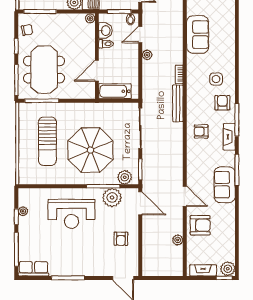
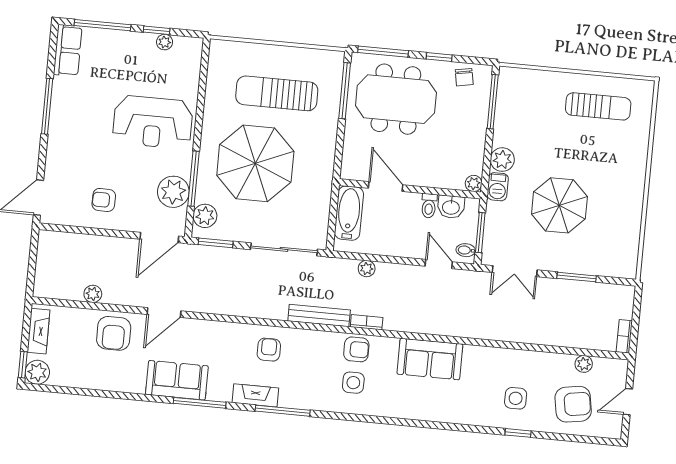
plant: (147, 55) -> (367, 269), moved
armchair: (222, 103) -> (356, 349), moved
reception desk: (72, 214) -> (153, 122), turned -90

